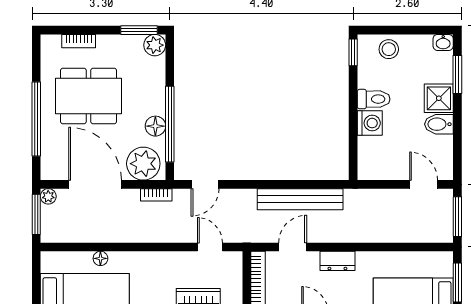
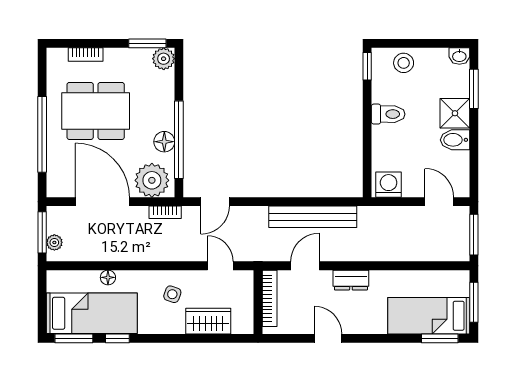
washing machine: (370, 123) -> (389, 185), moved, turned -90
plant: (48, 196) -> (54, 242), moved
side table: (163, 275) -> (172, 294), added

